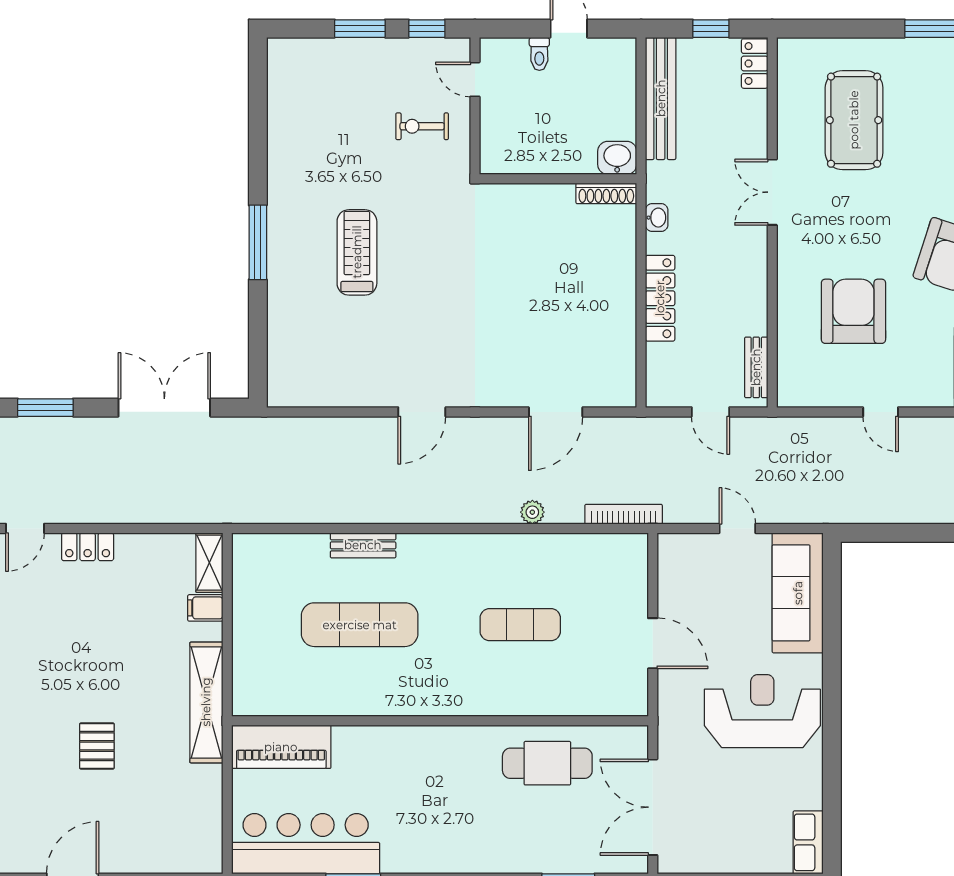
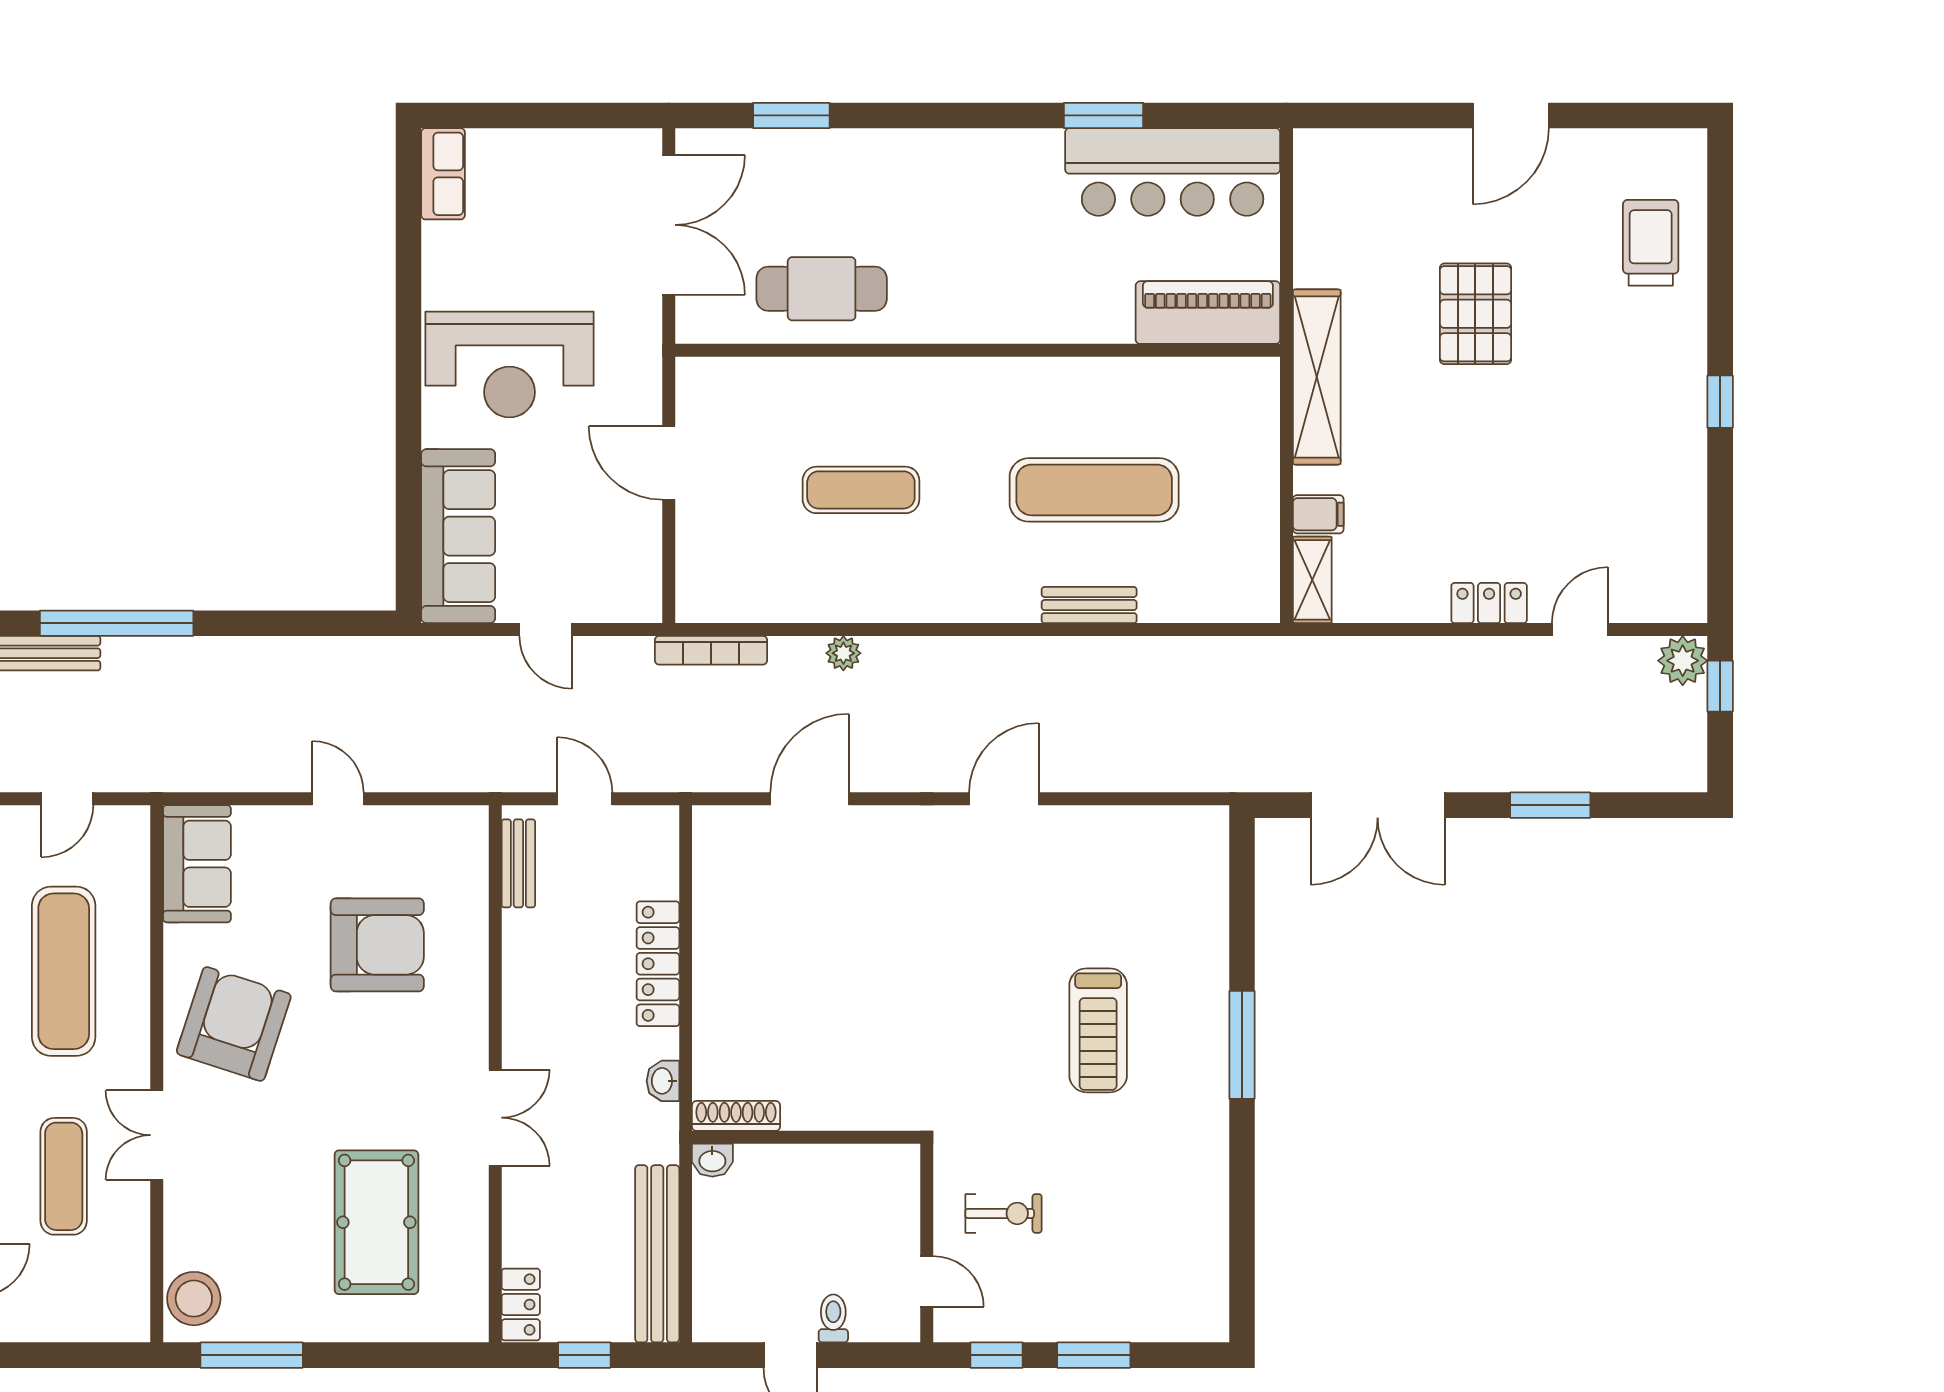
washbasin: (617, 158) -> (712, 1160), width x0.72, depth x0.69
armchair: (853, 311) -> (377, 945), turned -90
pallet: (97, 746) -> (1475, 314), width x1.50, depth x1.42

